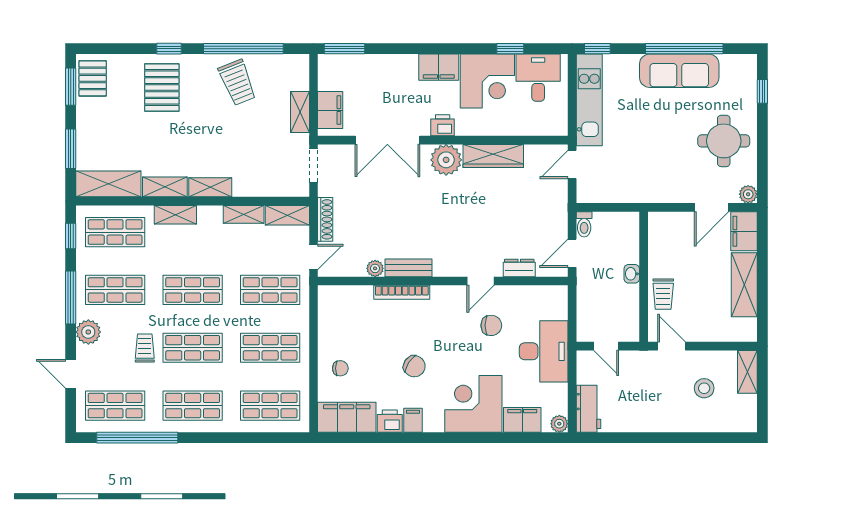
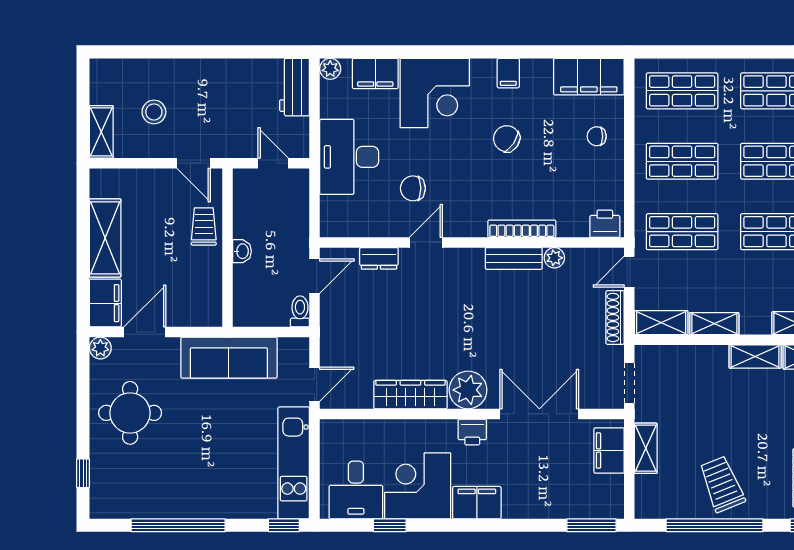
sofa: (679, 71) -> (229, 358), moved, turned 180
printer: (390, 421) -> (605, 224), moved, turned 180

